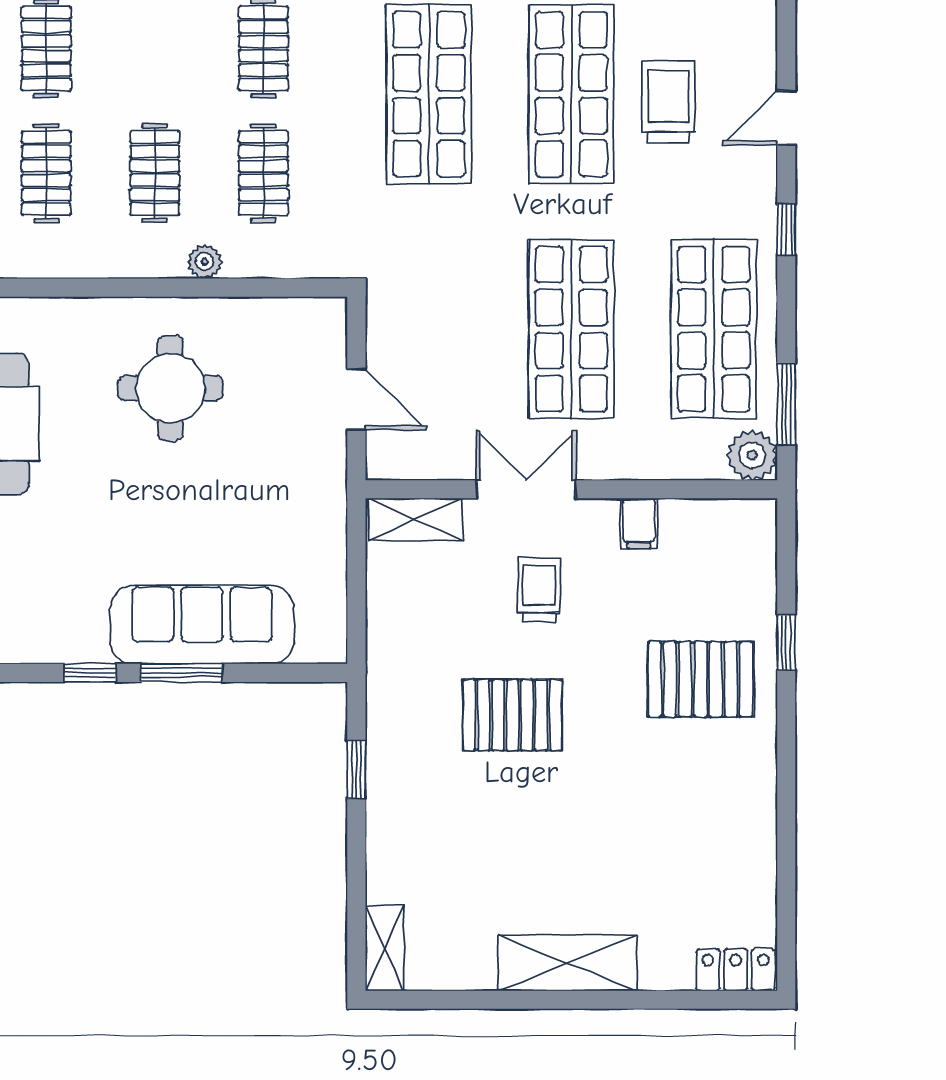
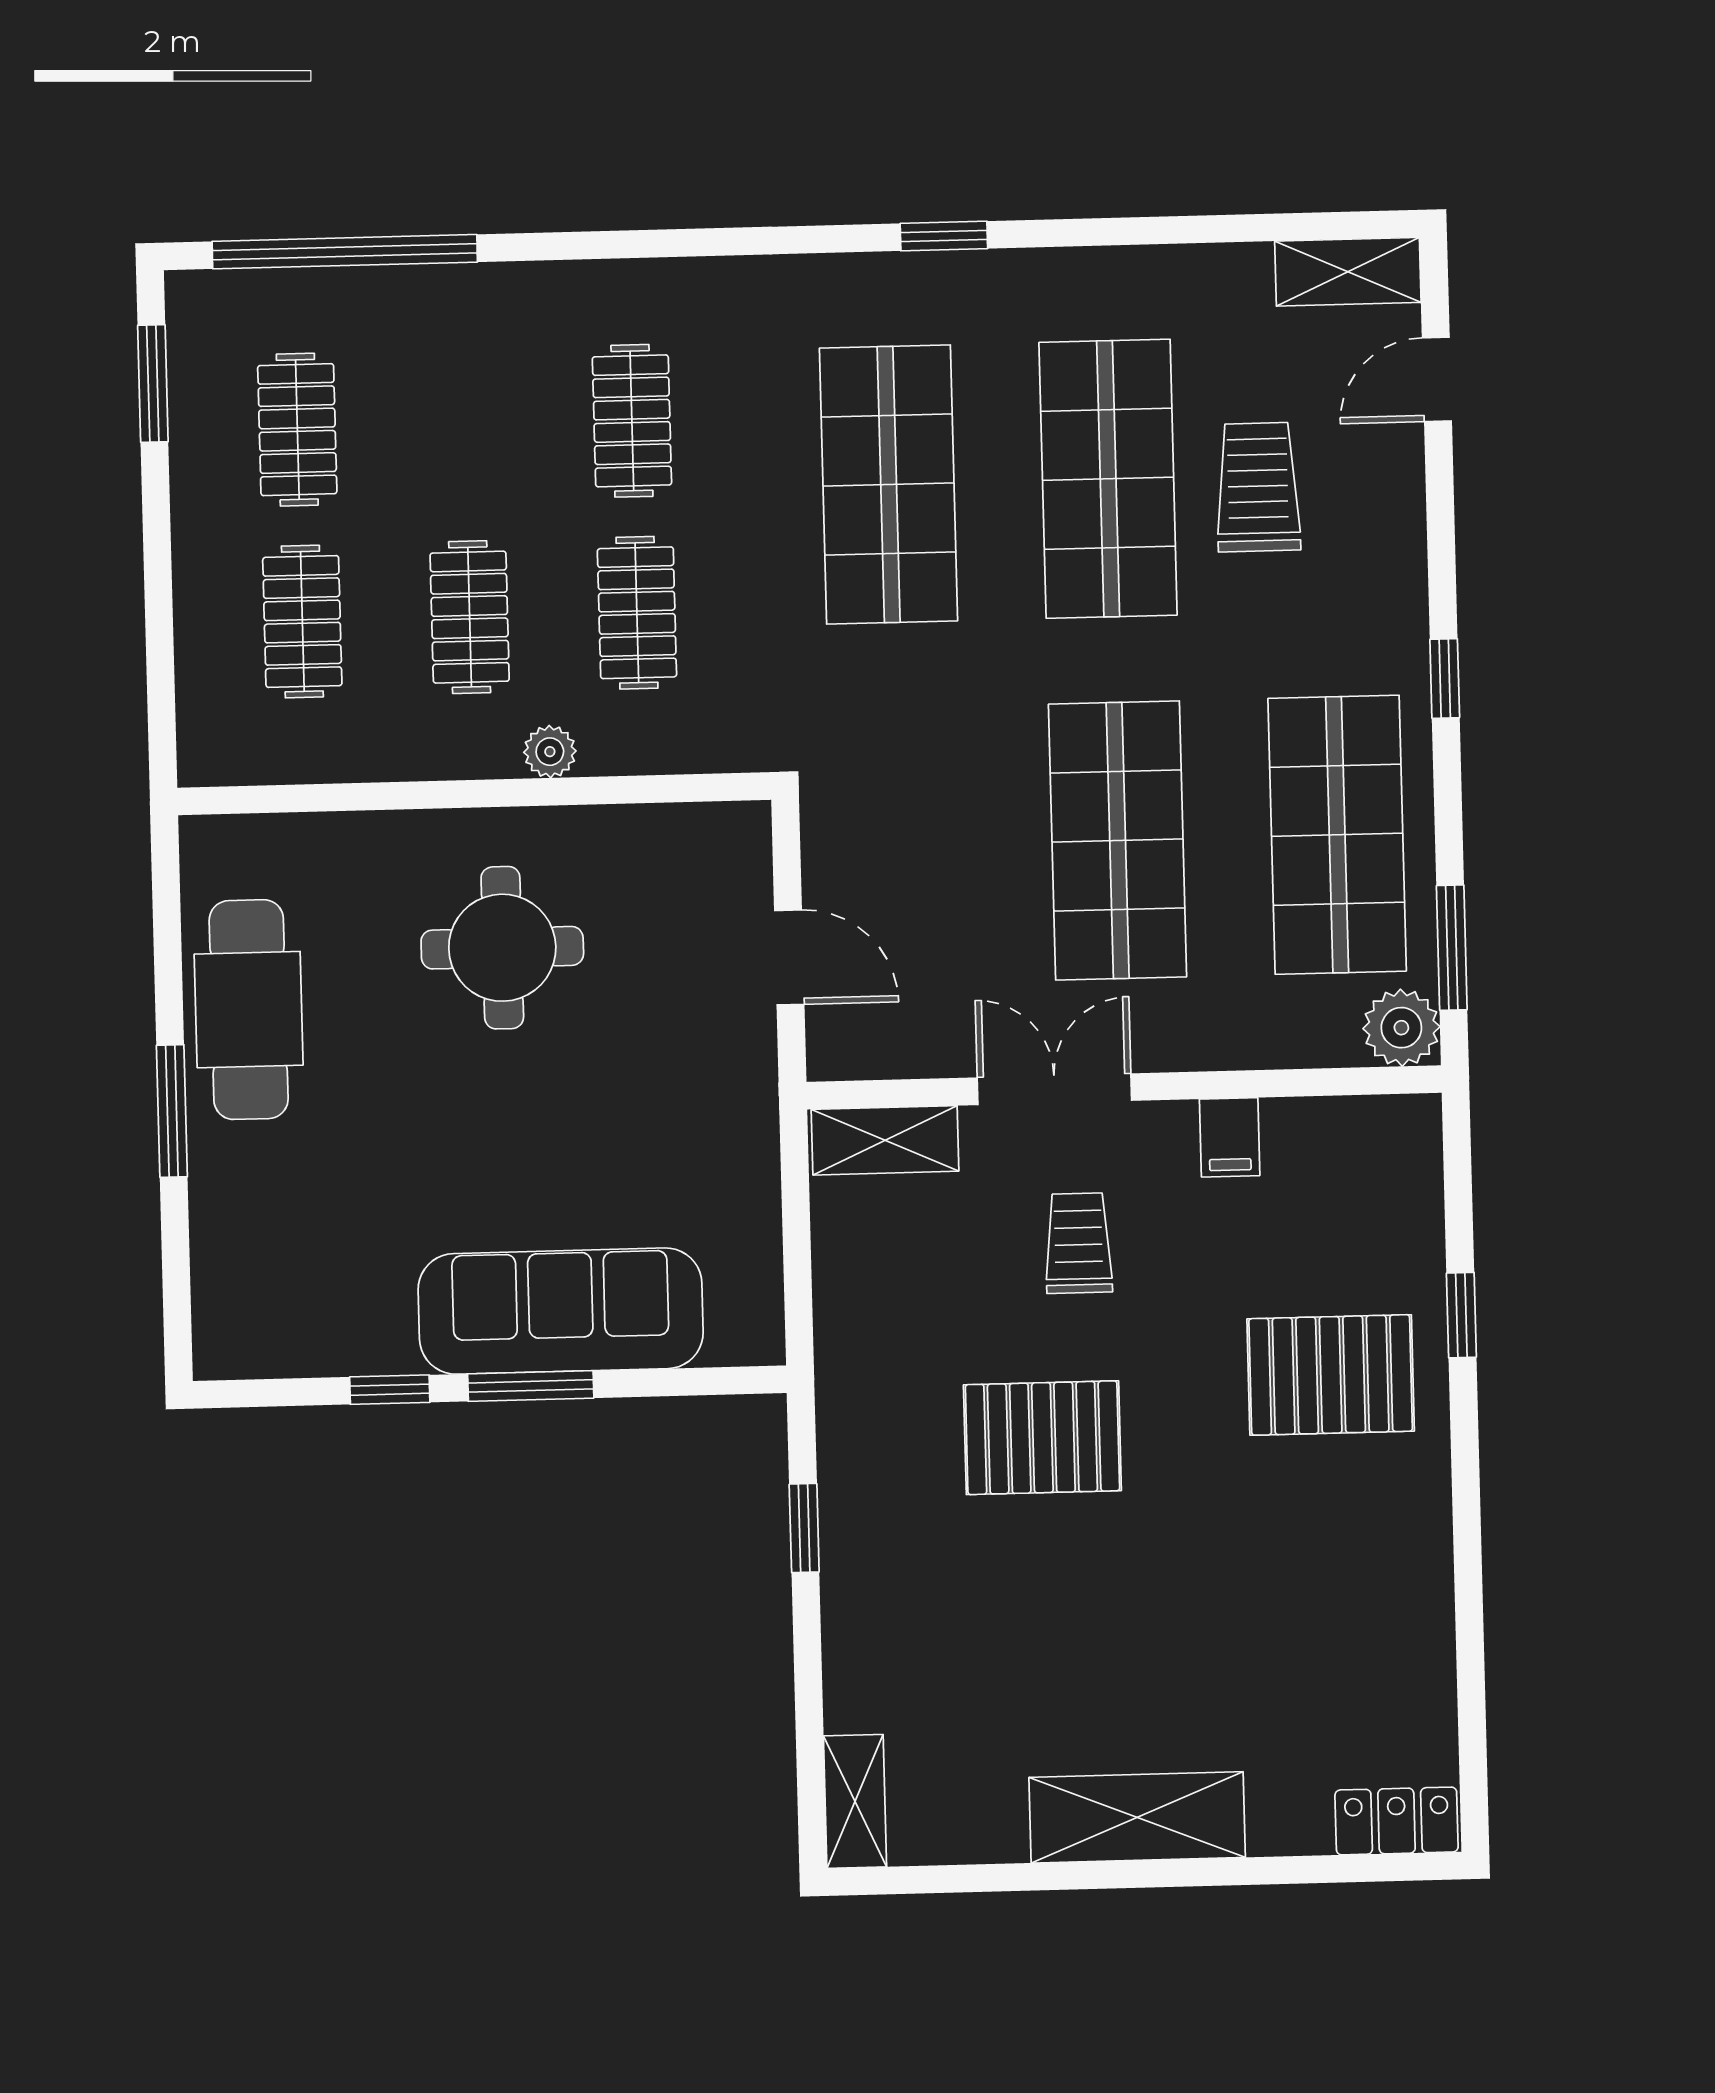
door: (786, 118) -> (1437, 379), moved

